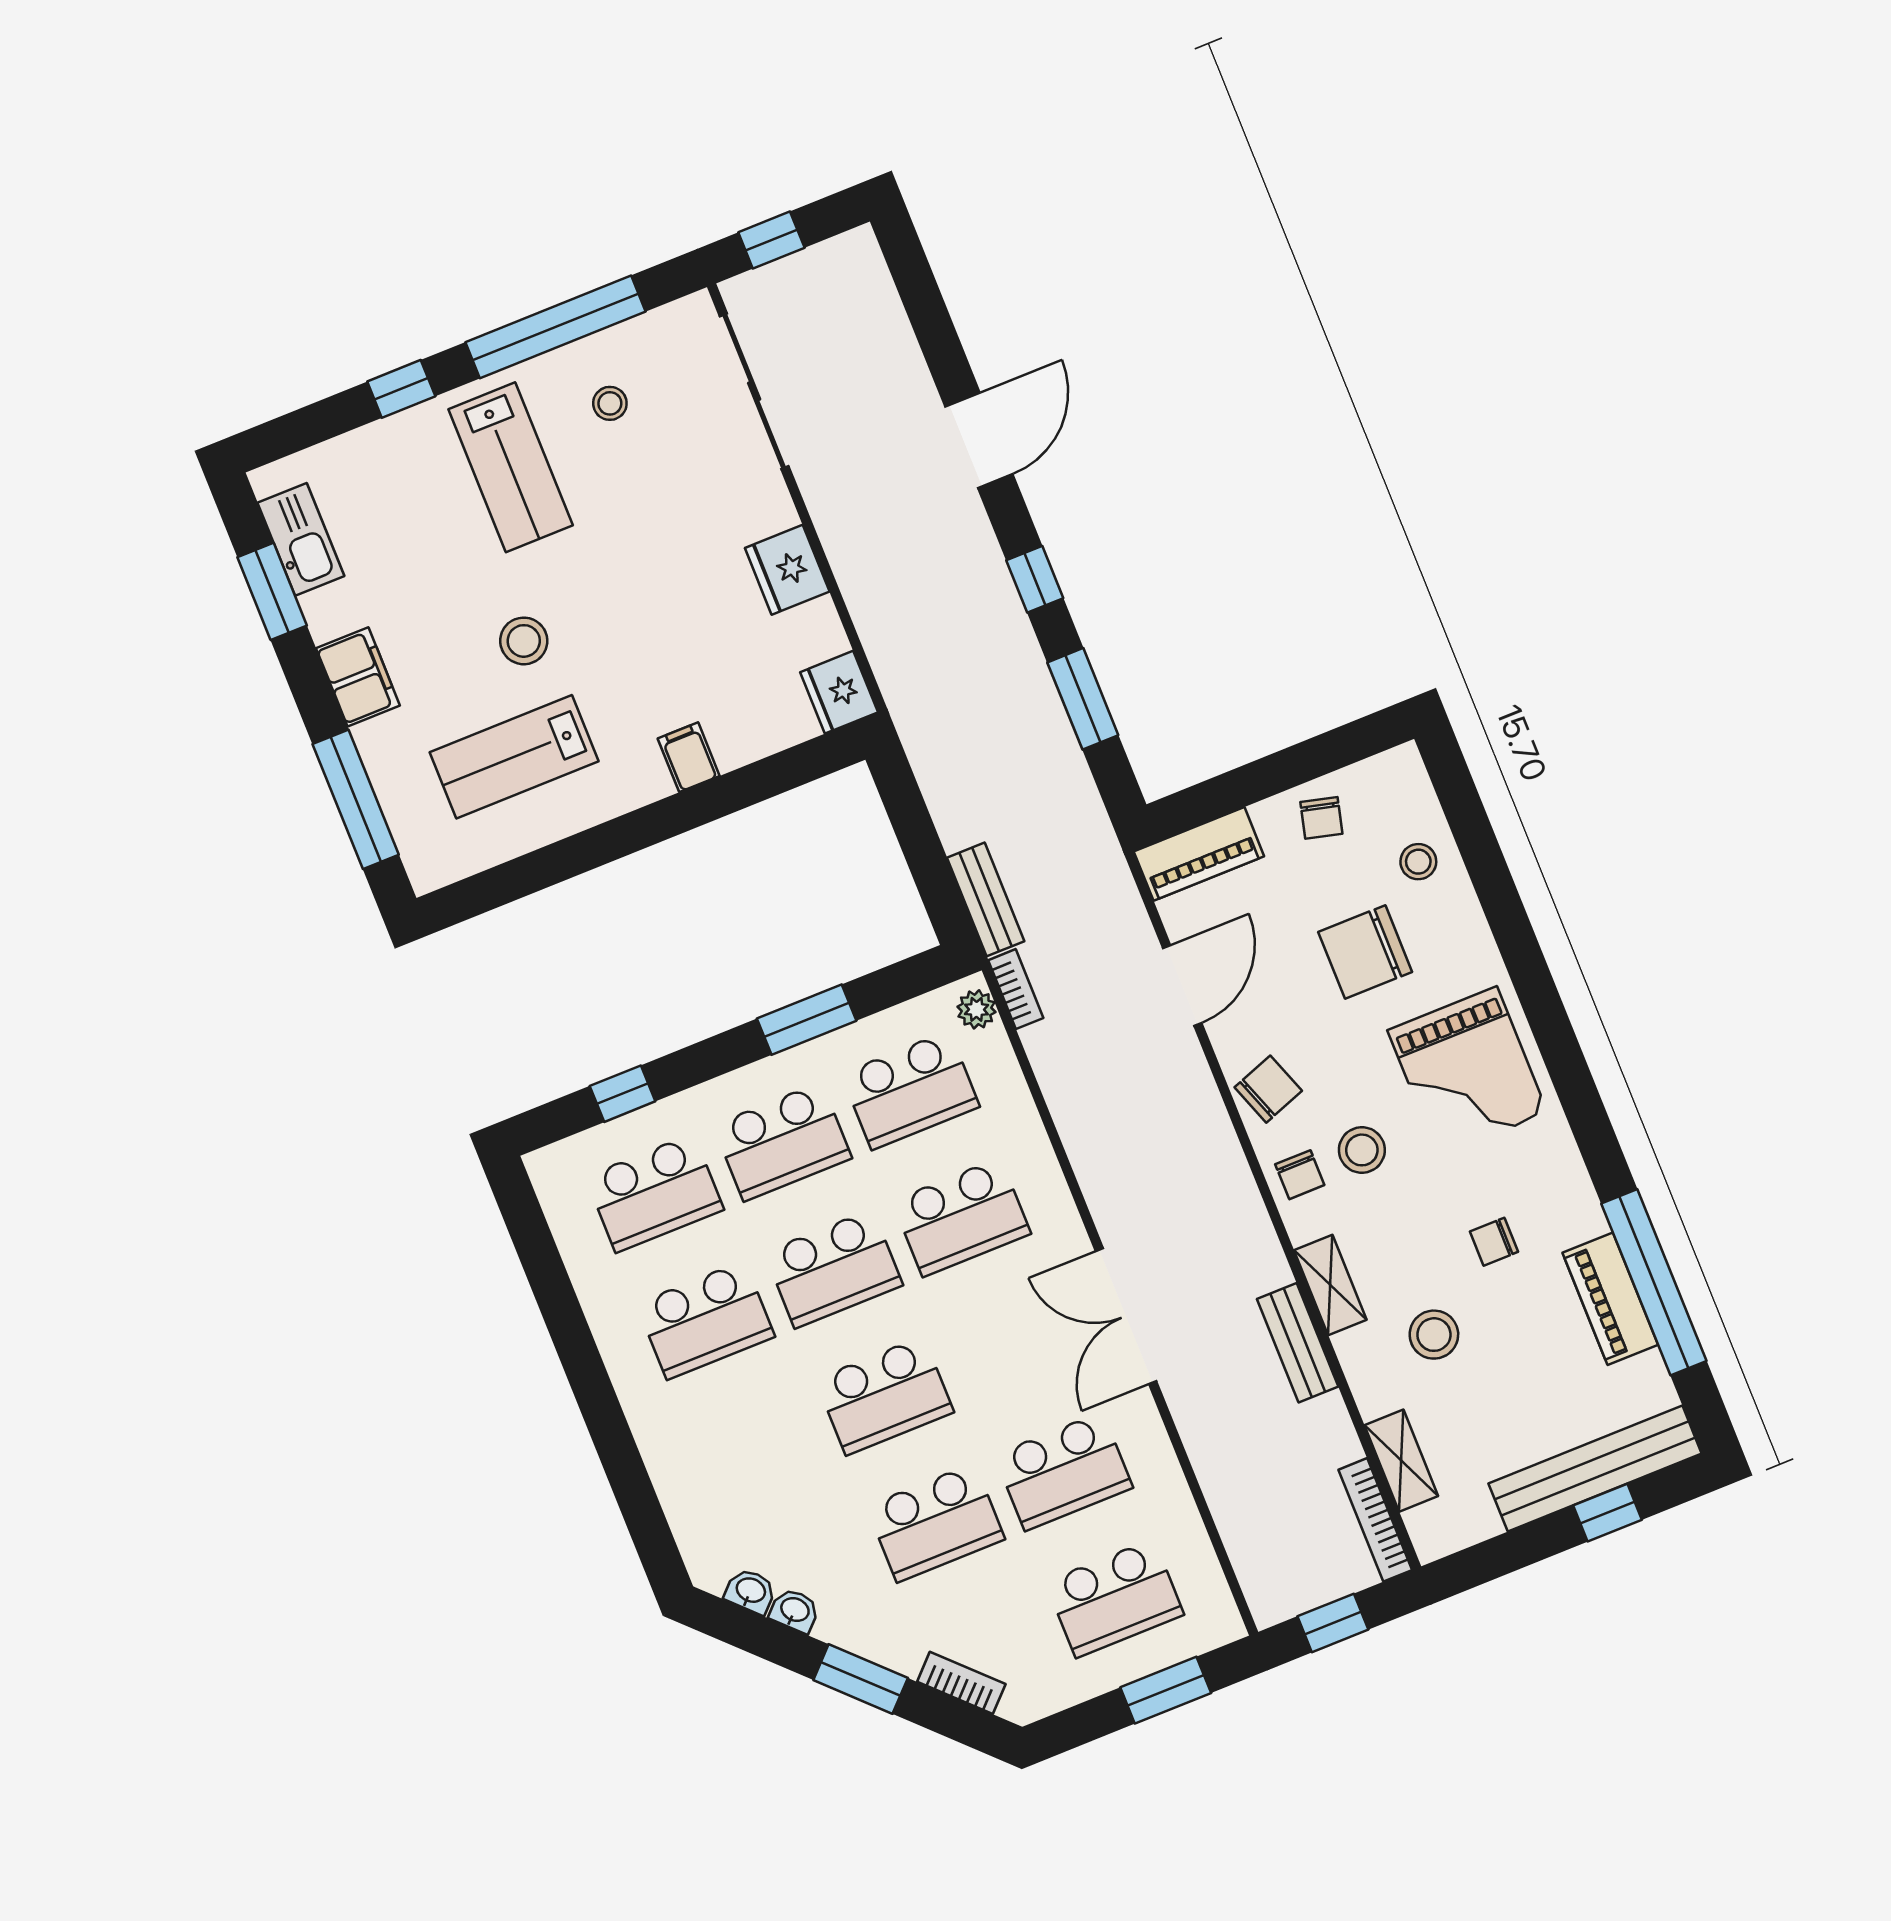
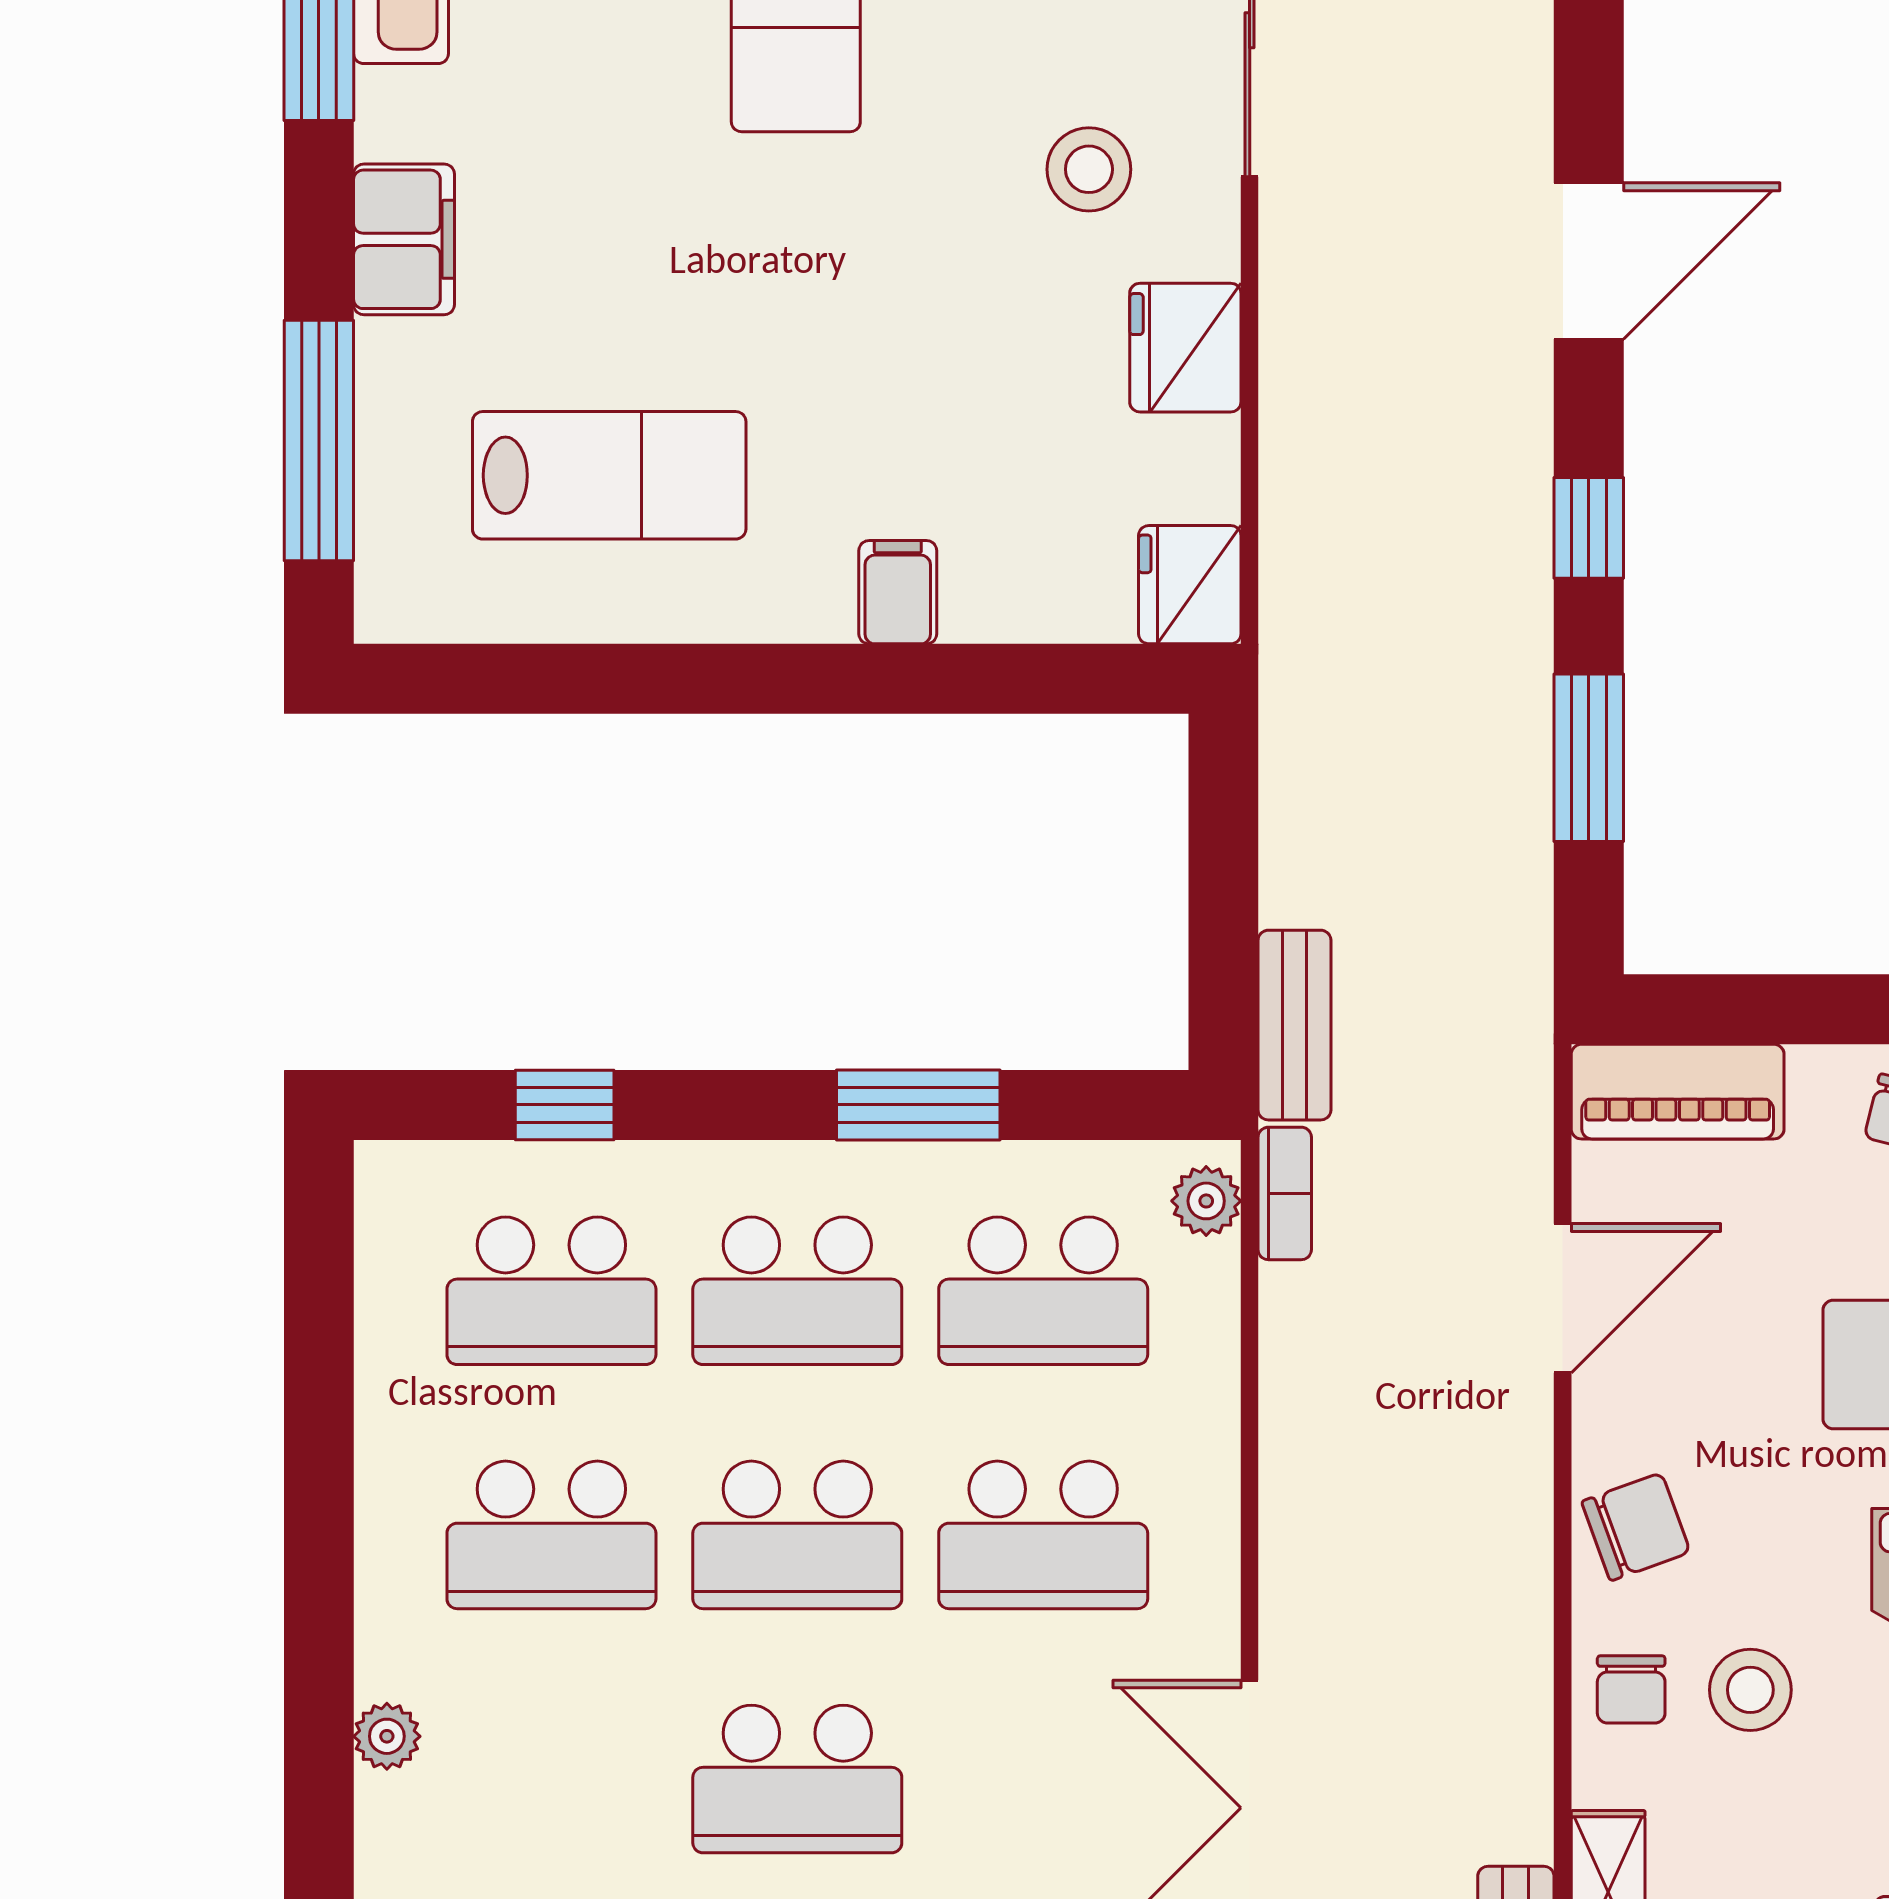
stool: (524, 641) -> (1089, 169), moved
lab bench: (514, 757) -> (609, 475), turned 180
plant: (662, 1459) -> (387, 1736), added

